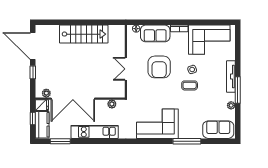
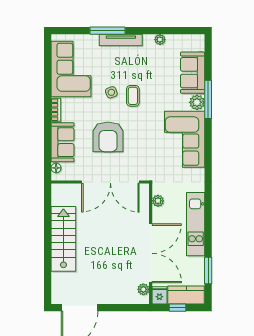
armchair: (159, 67) -> (108, 137), turned 90
double door: (126, 69) -> (110, 182), width x1.87
window: (33, 72) -> (115, 308), removed
window: (238, 90) -> (107, 31), moved
sofa: (218, 130) -> (193, 73), moved
plant: (185, 133) -> (197, 102), added

